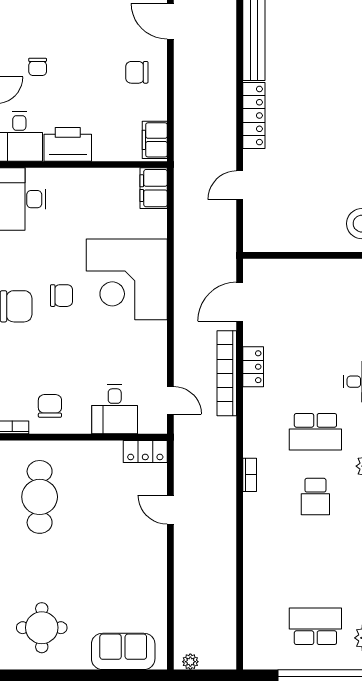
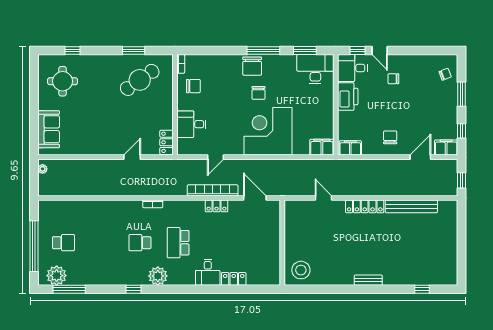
door: (170, 400) -> (215, 157), moved
cafe table: (40, 497) -> (140, 80), turned -35
school desk: (315, 626) -> (63, 243), width x0.54

